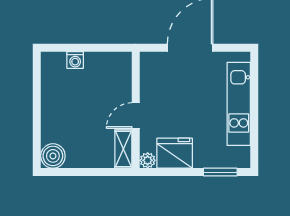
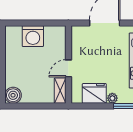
washing machine: (75, 60) -> (33, 36), width x1.89, depth x1.89
plant: (148, 160) -> (112, 98), moved

